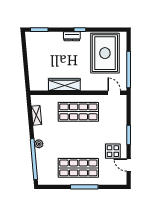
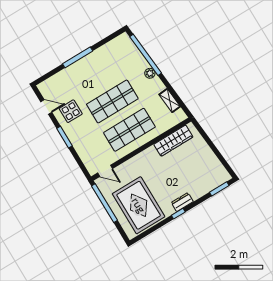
wardrobe: (64, 85) -> (173, 141), moved
shop shelf: (78, 168) -> (112, 101), moved

